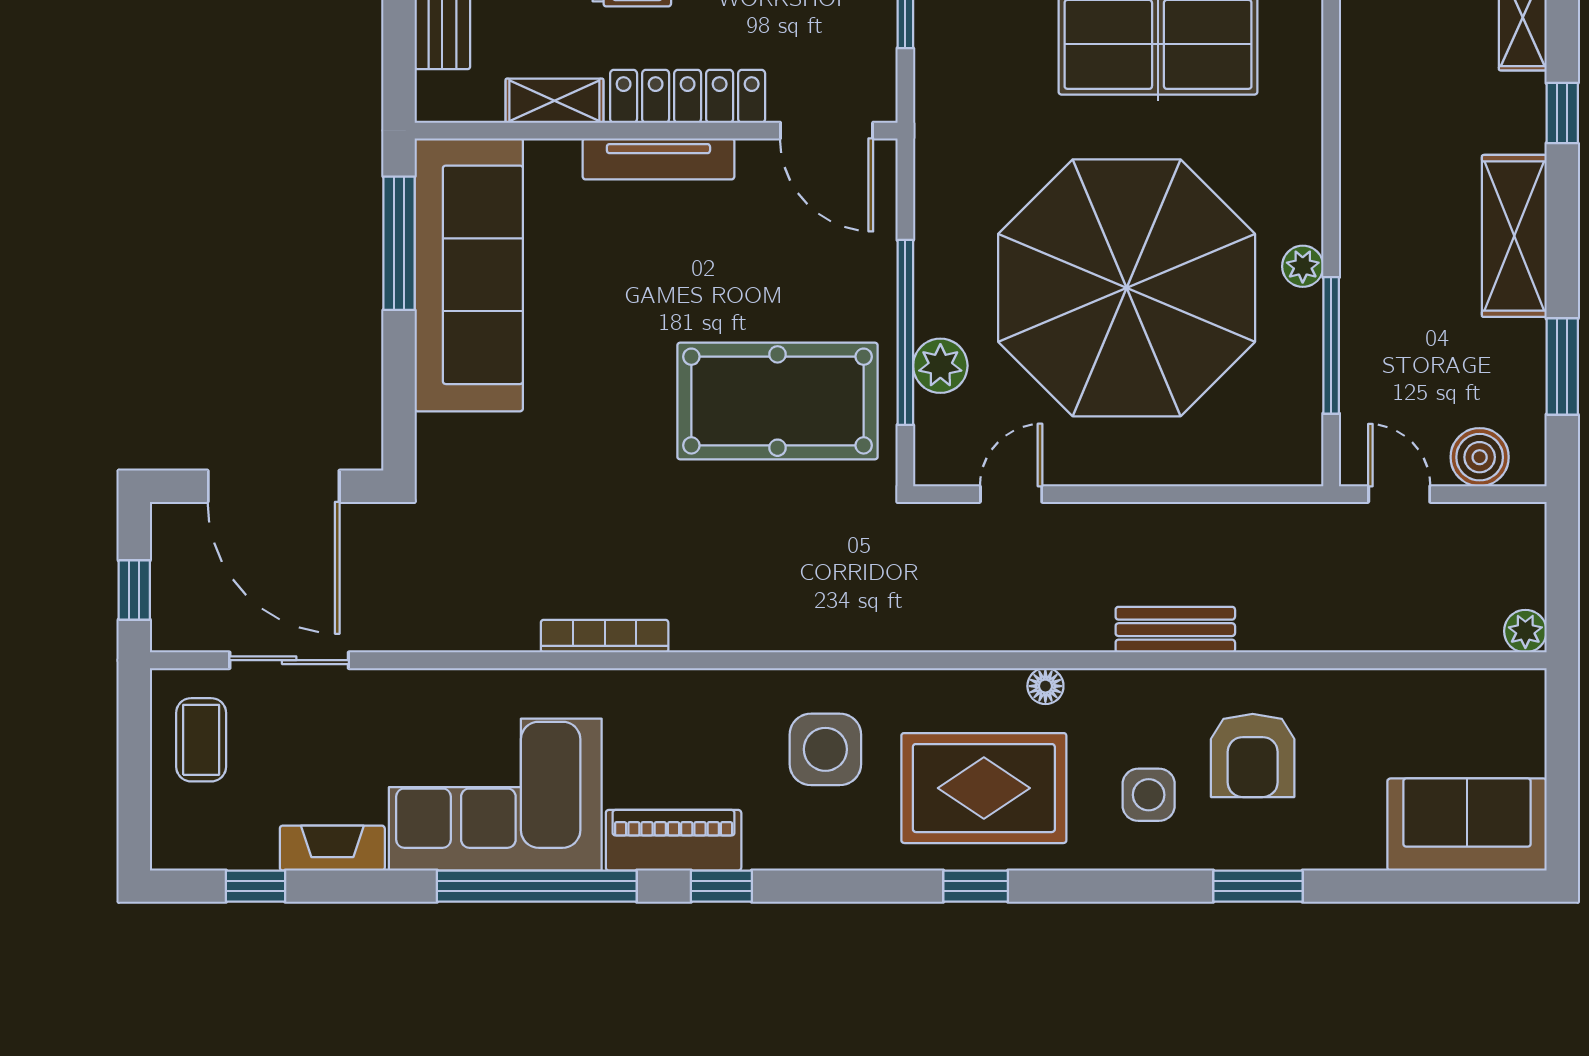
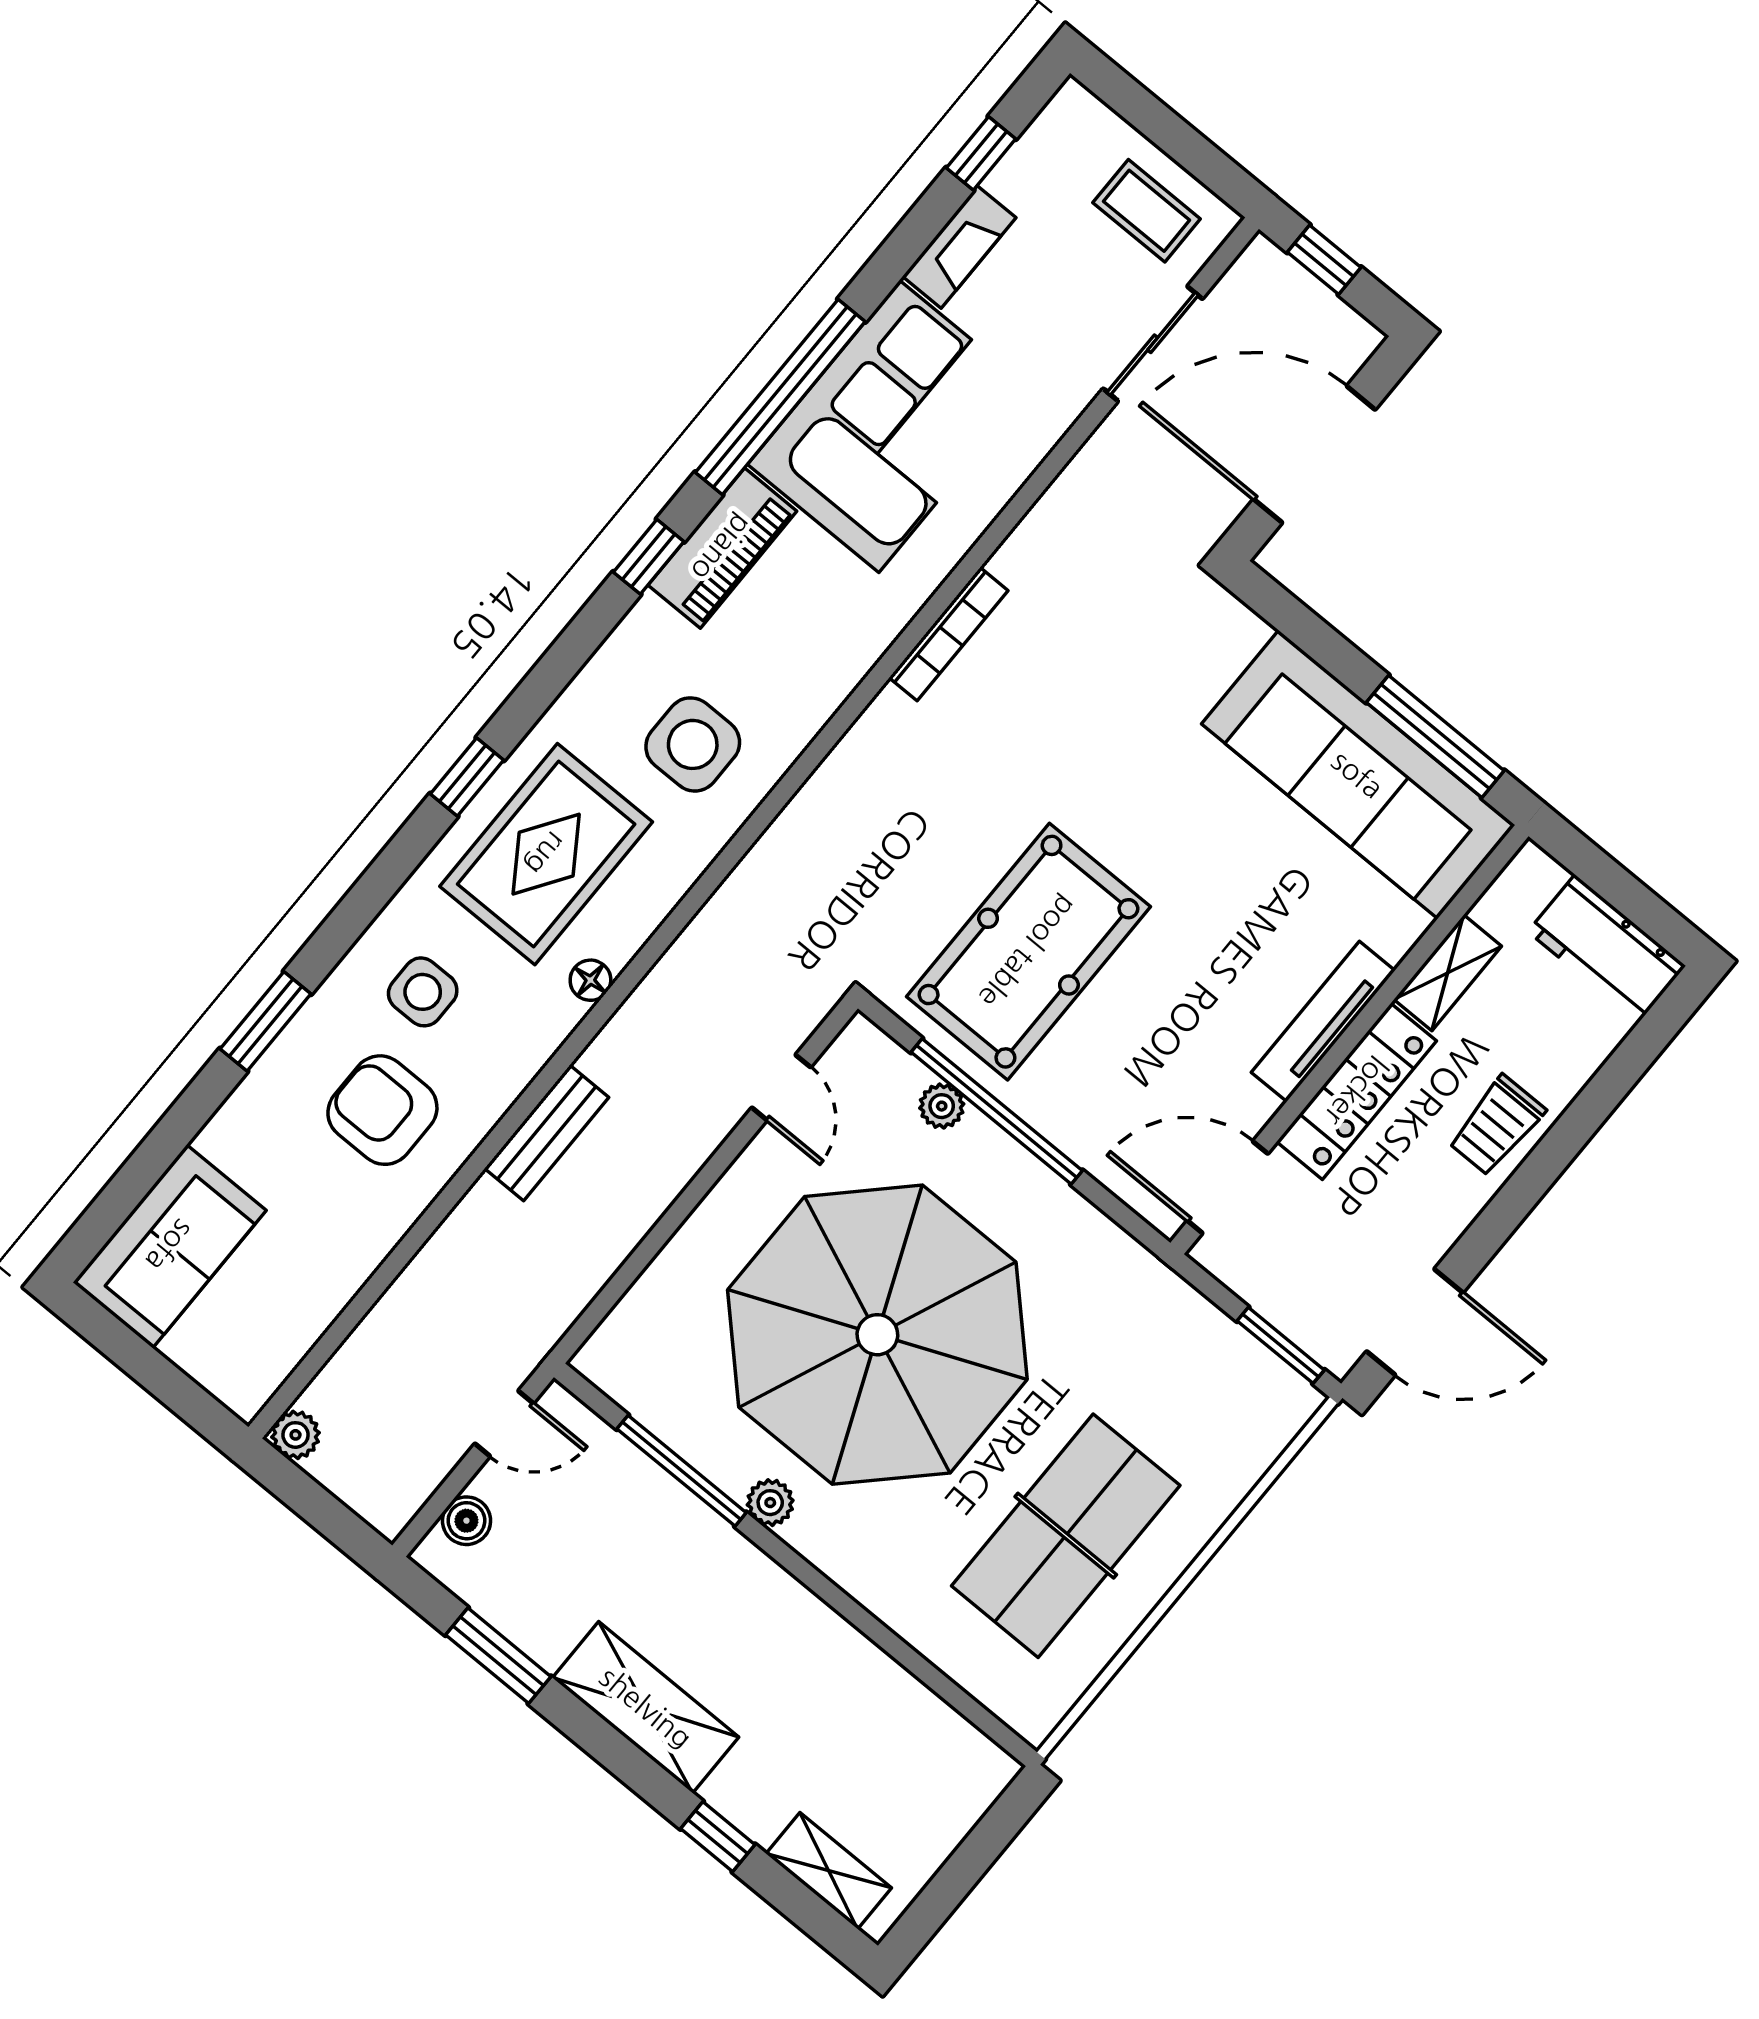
plant: (940, 366) -> (942, 1106), width x0.73, depth x0.73
boiler: (1480, 457) -> (466, 1521), width x0.73, depth x0.73

